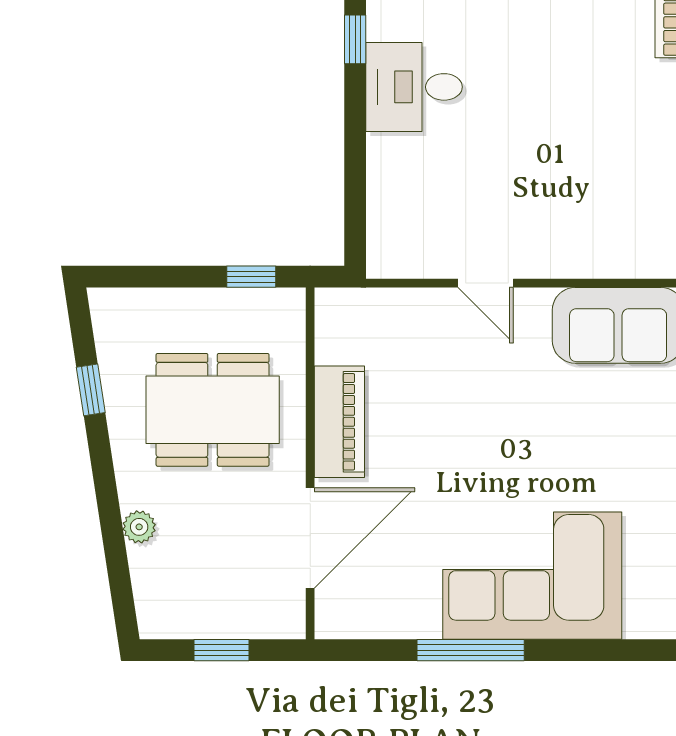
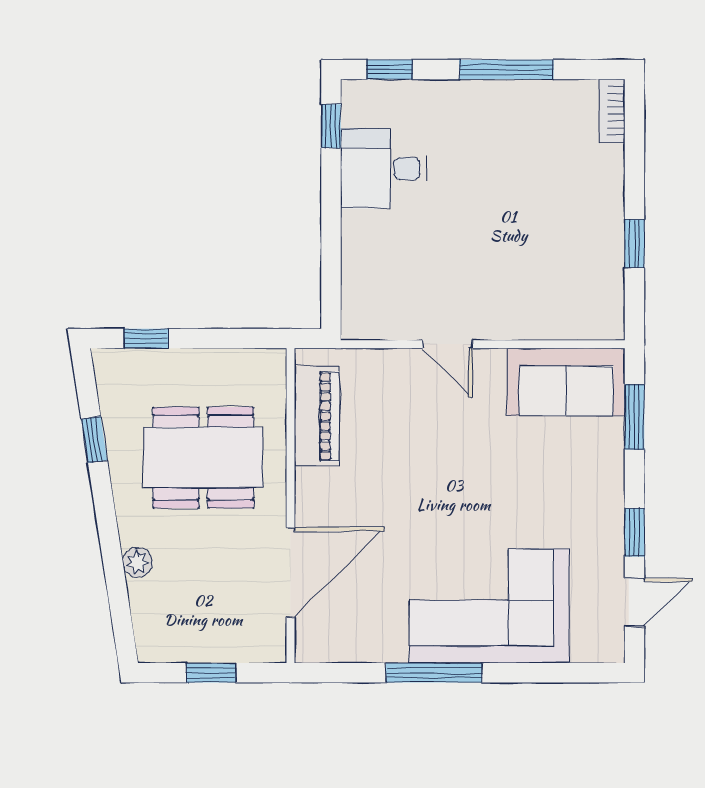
window: (251, 277) -> (146, 338), moved
piano: (339, 422) -> (317, 416), moved

